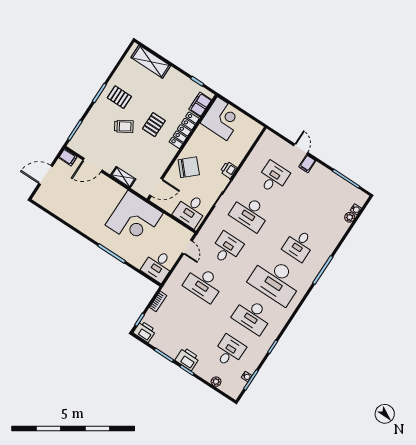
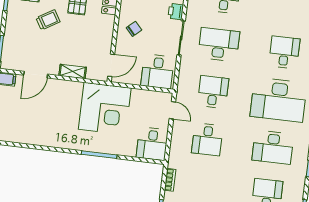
chair: (189, 167) -> (134, 29), width x0.54, depth x0.54
desk: (250, 213) -> (219, 44), turned 180
desk: (299, 245) -> (284, 52), turned 180
desk: (203, 284) -> (207, 139), width x0.73

